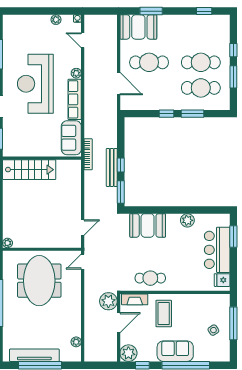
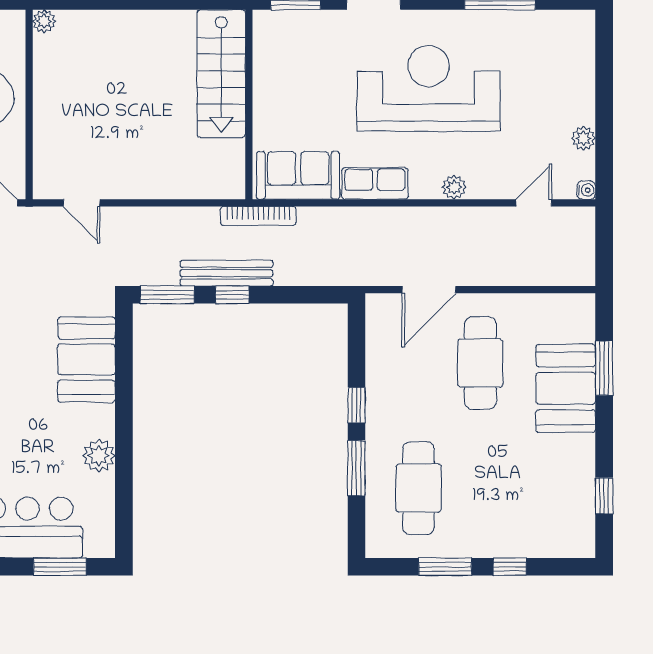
booth: (138, 27) -> (566, 388), moved
cafe table: (201, 62) -> (480, 488), removed
row of seats: (75, 99) -> (375, 184), width x0.68

